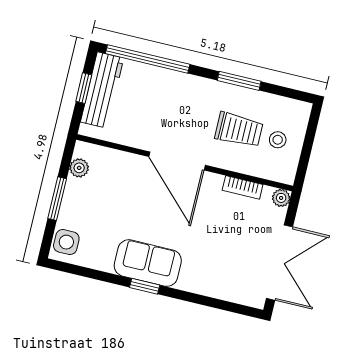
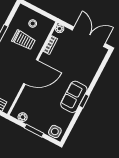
trolley: (239, 130) -> (24, 40), turned 90

